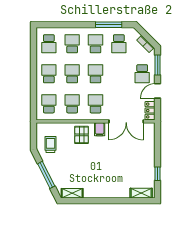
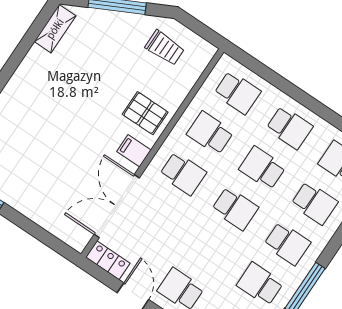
school desk: (72, 74) -> (262, 168), turned 180
school desk: (72, 104) -> (210, 133), turned 180

